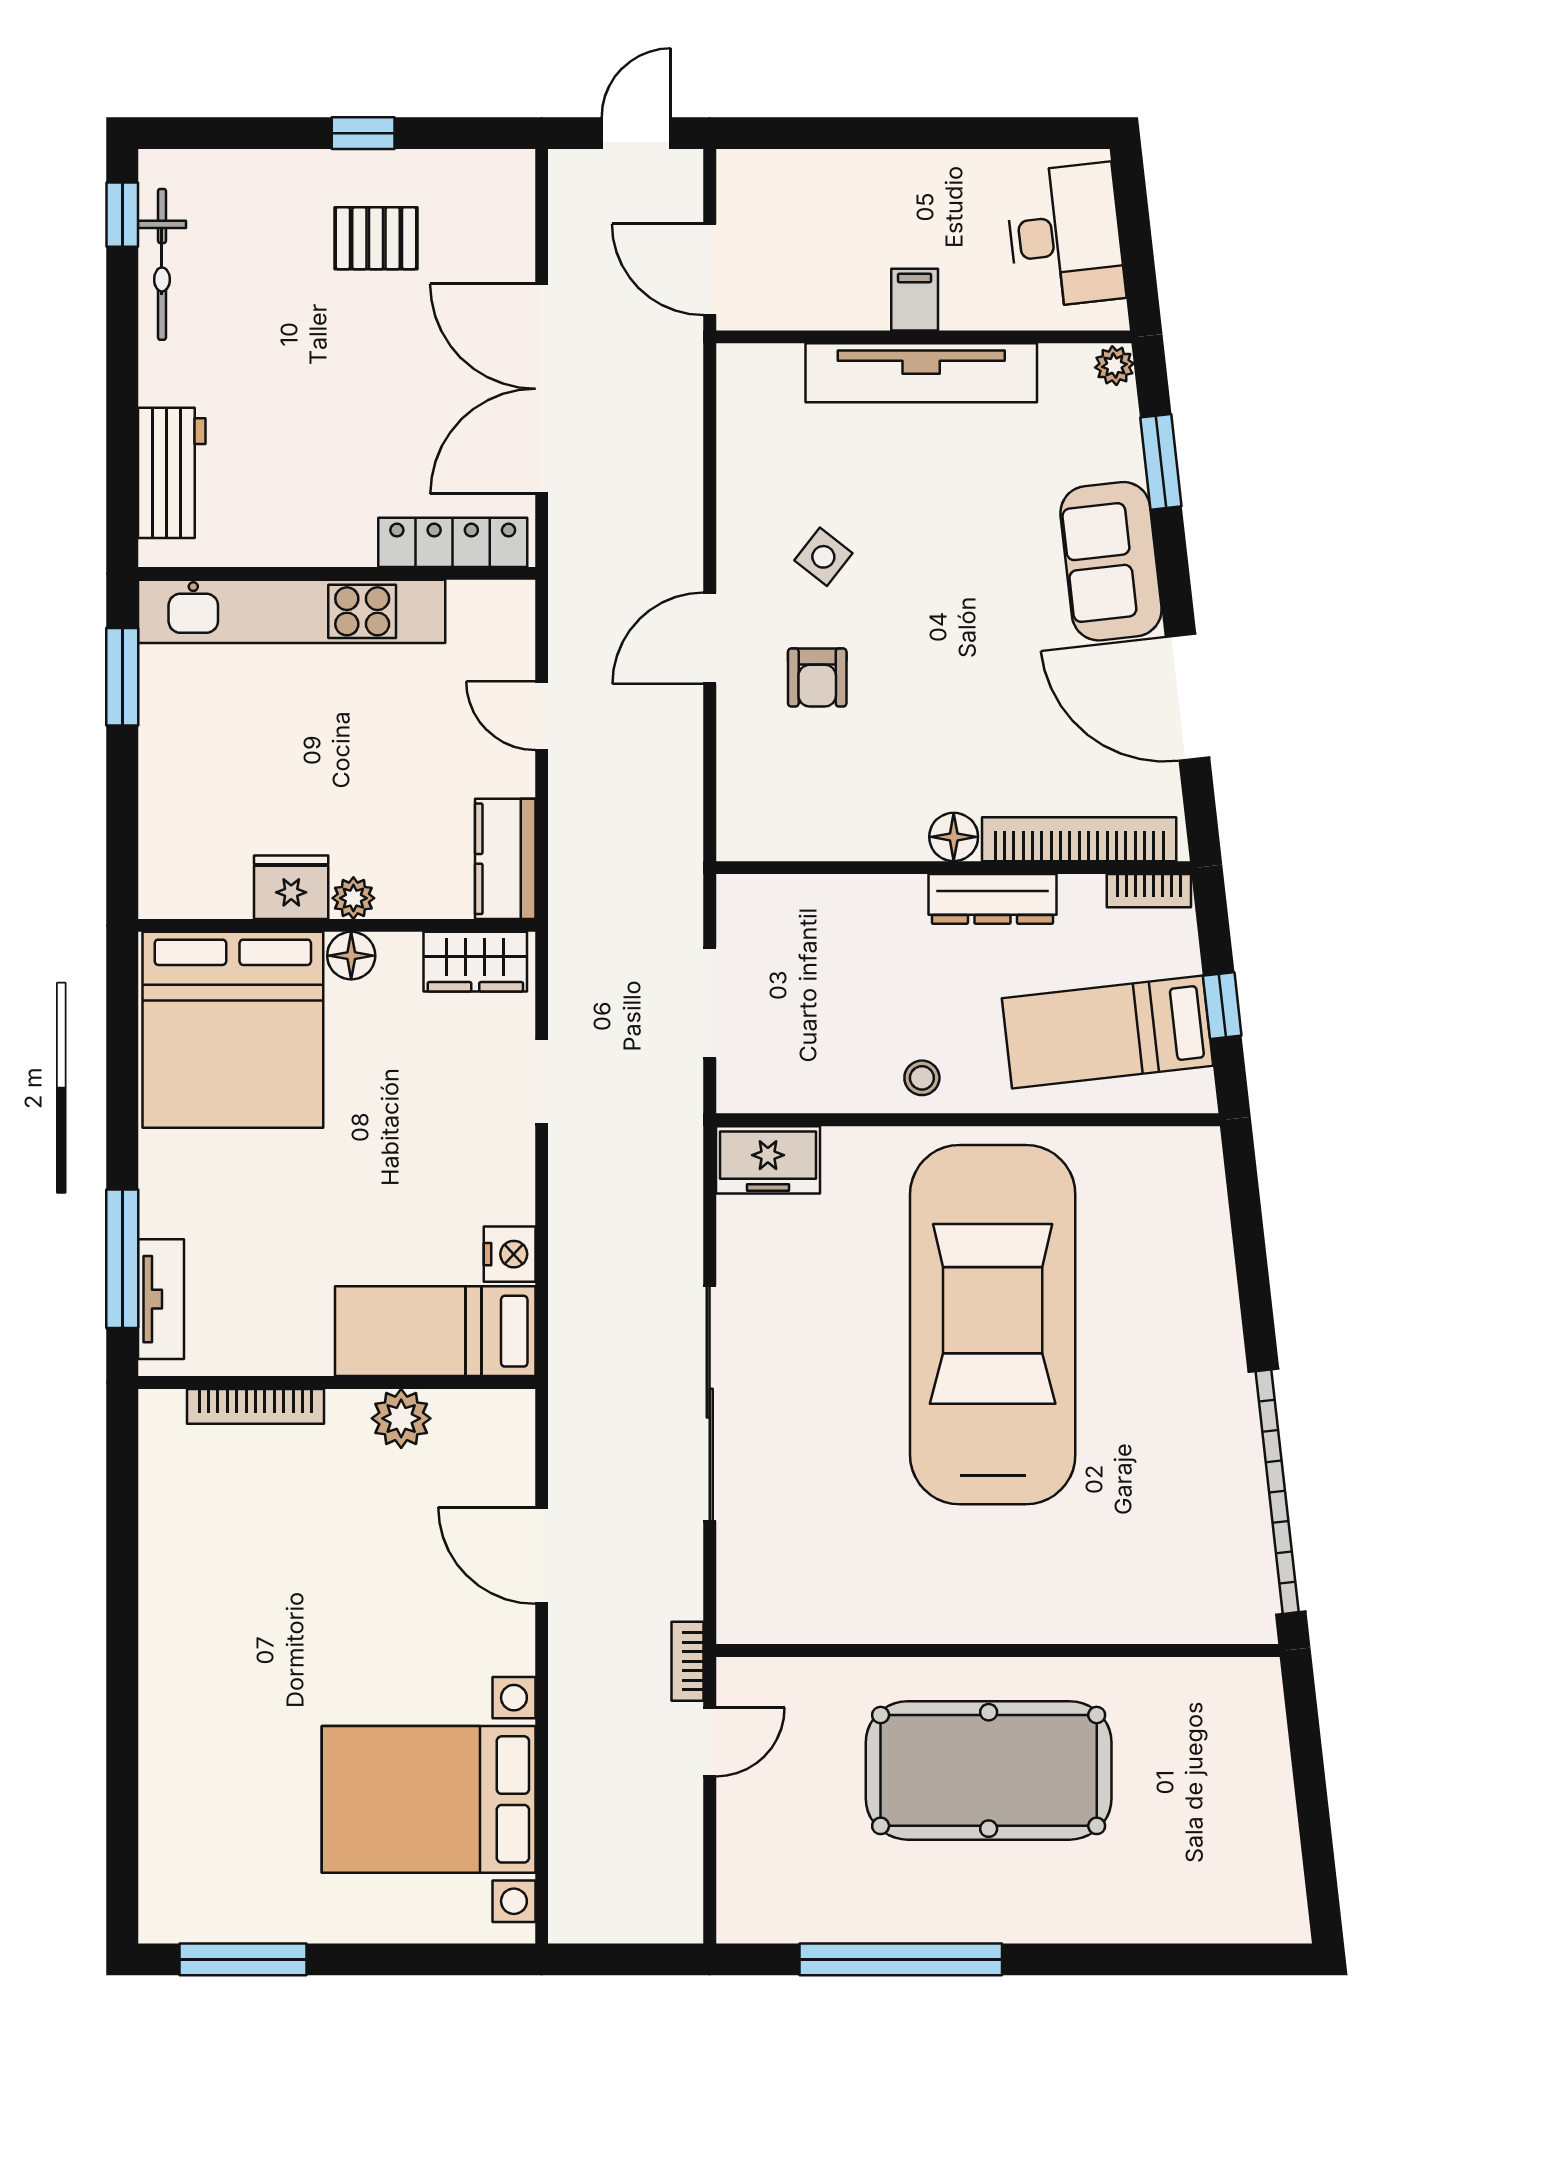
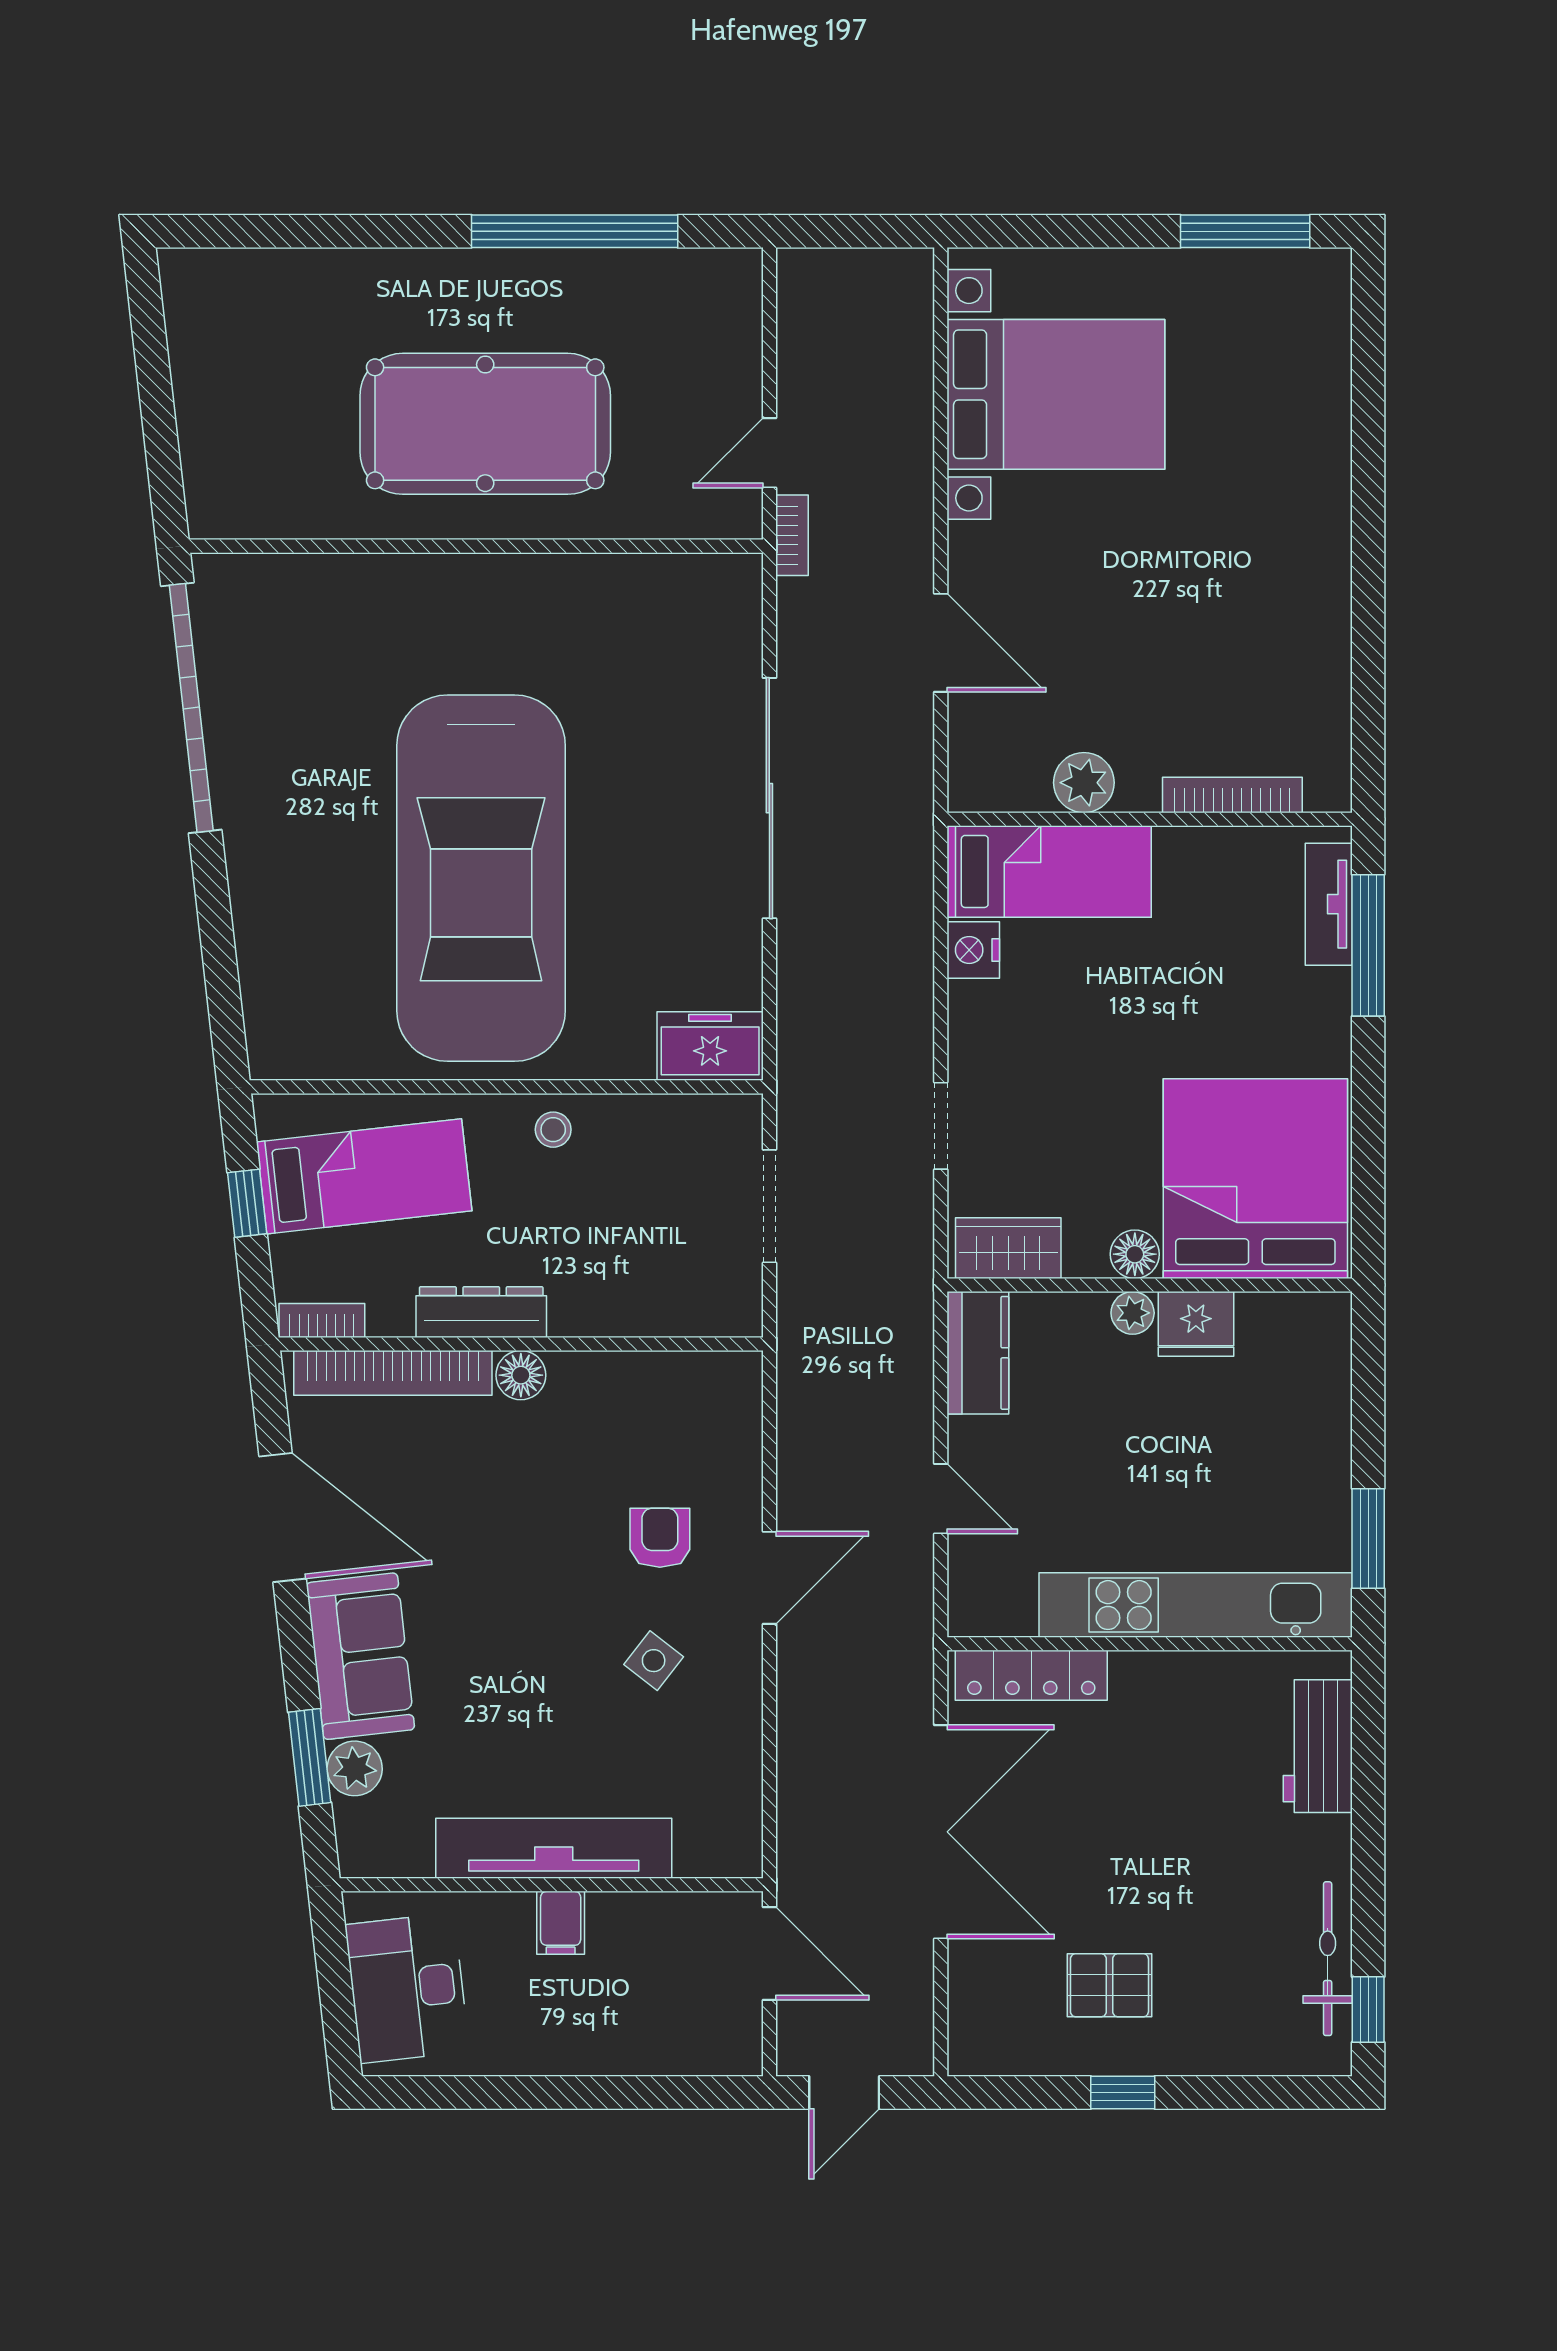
plant: (1114, 366) -> (355, 1768), moved, width x1.38, depth x1.38

